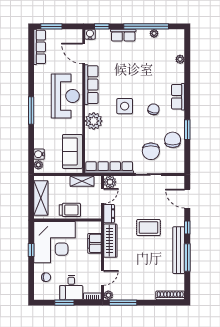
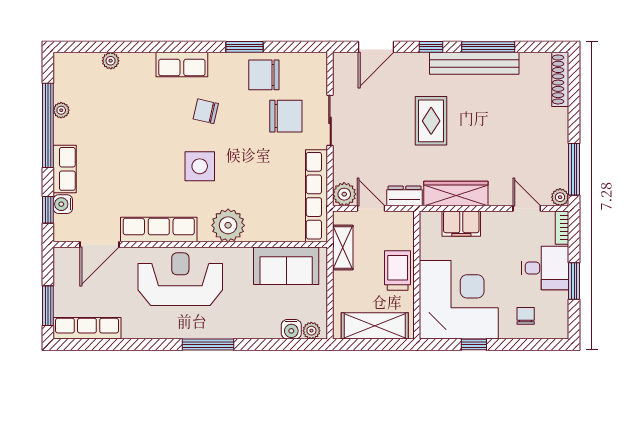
water cooler: (90, 34) -> (63, 204), moved

